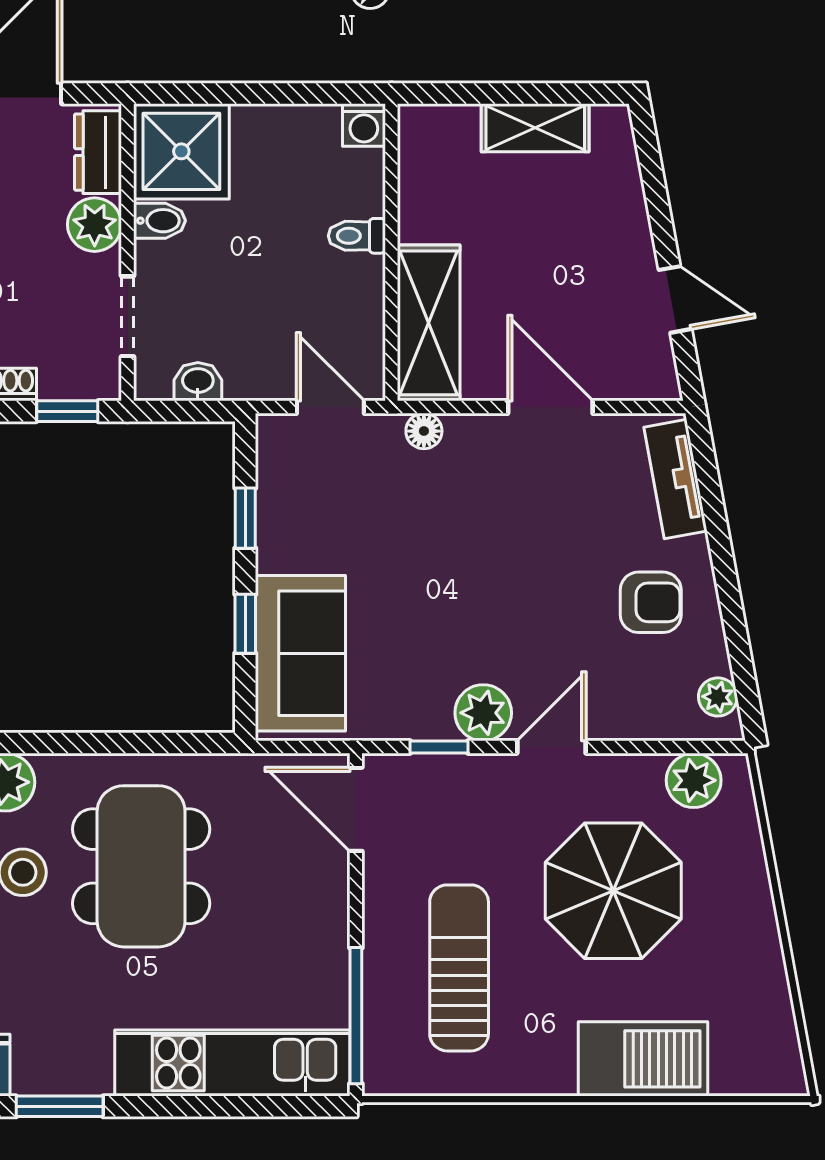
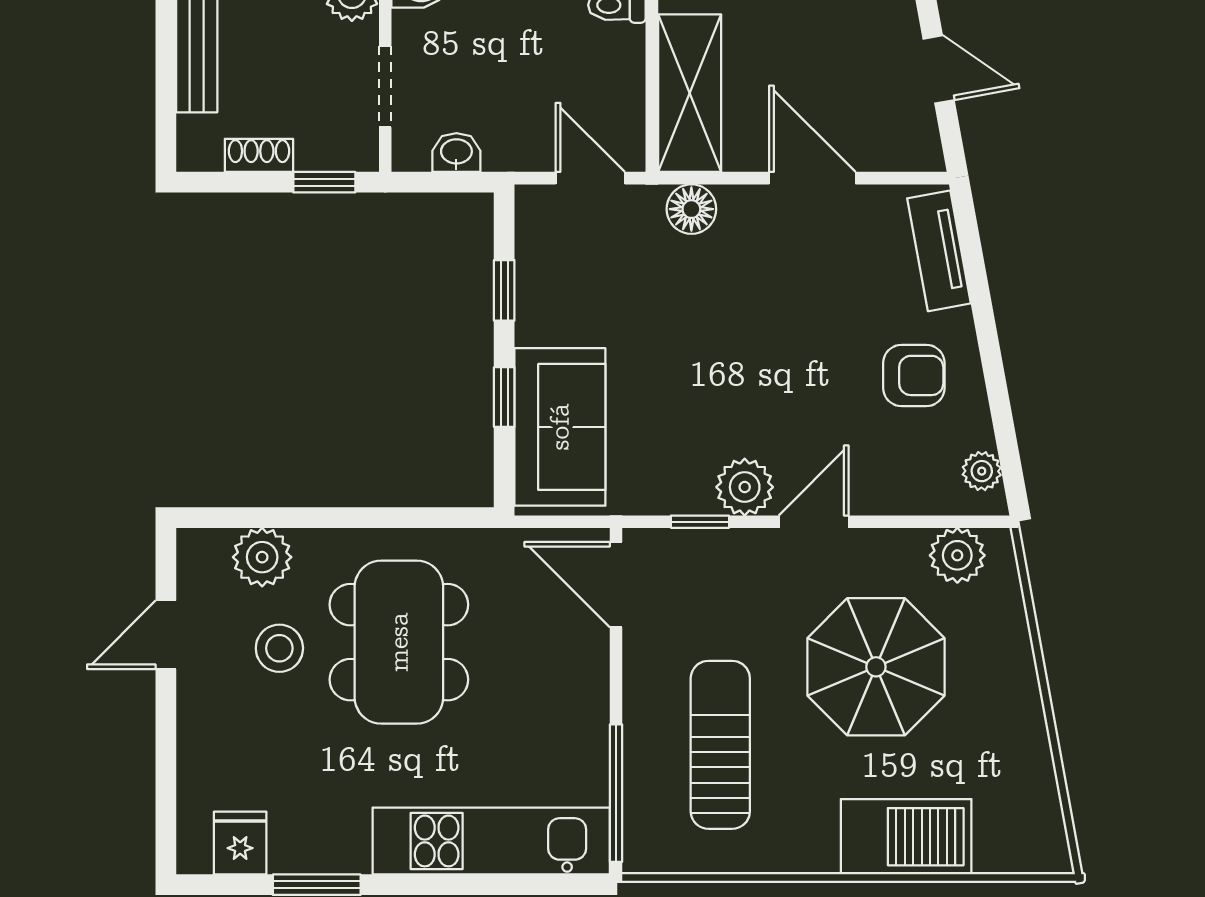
floor lamp: (424, 431) -> (691, 209), width x1.37, depth x1.37

